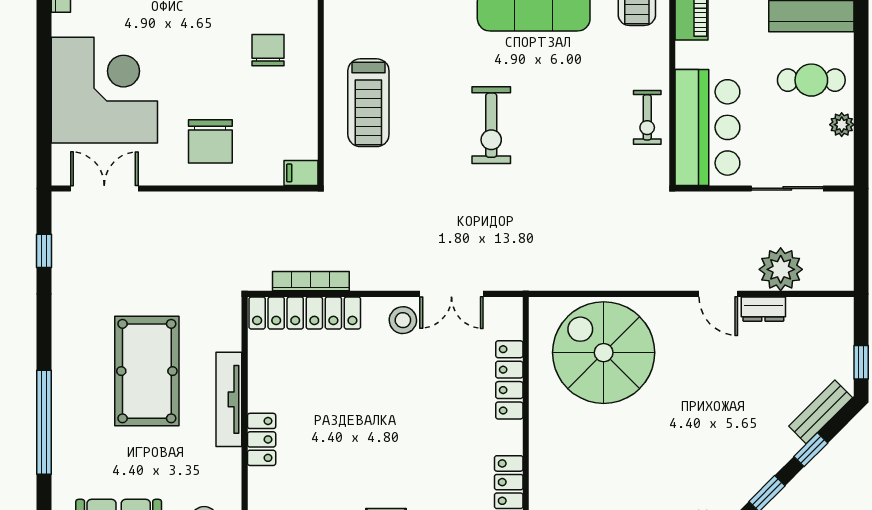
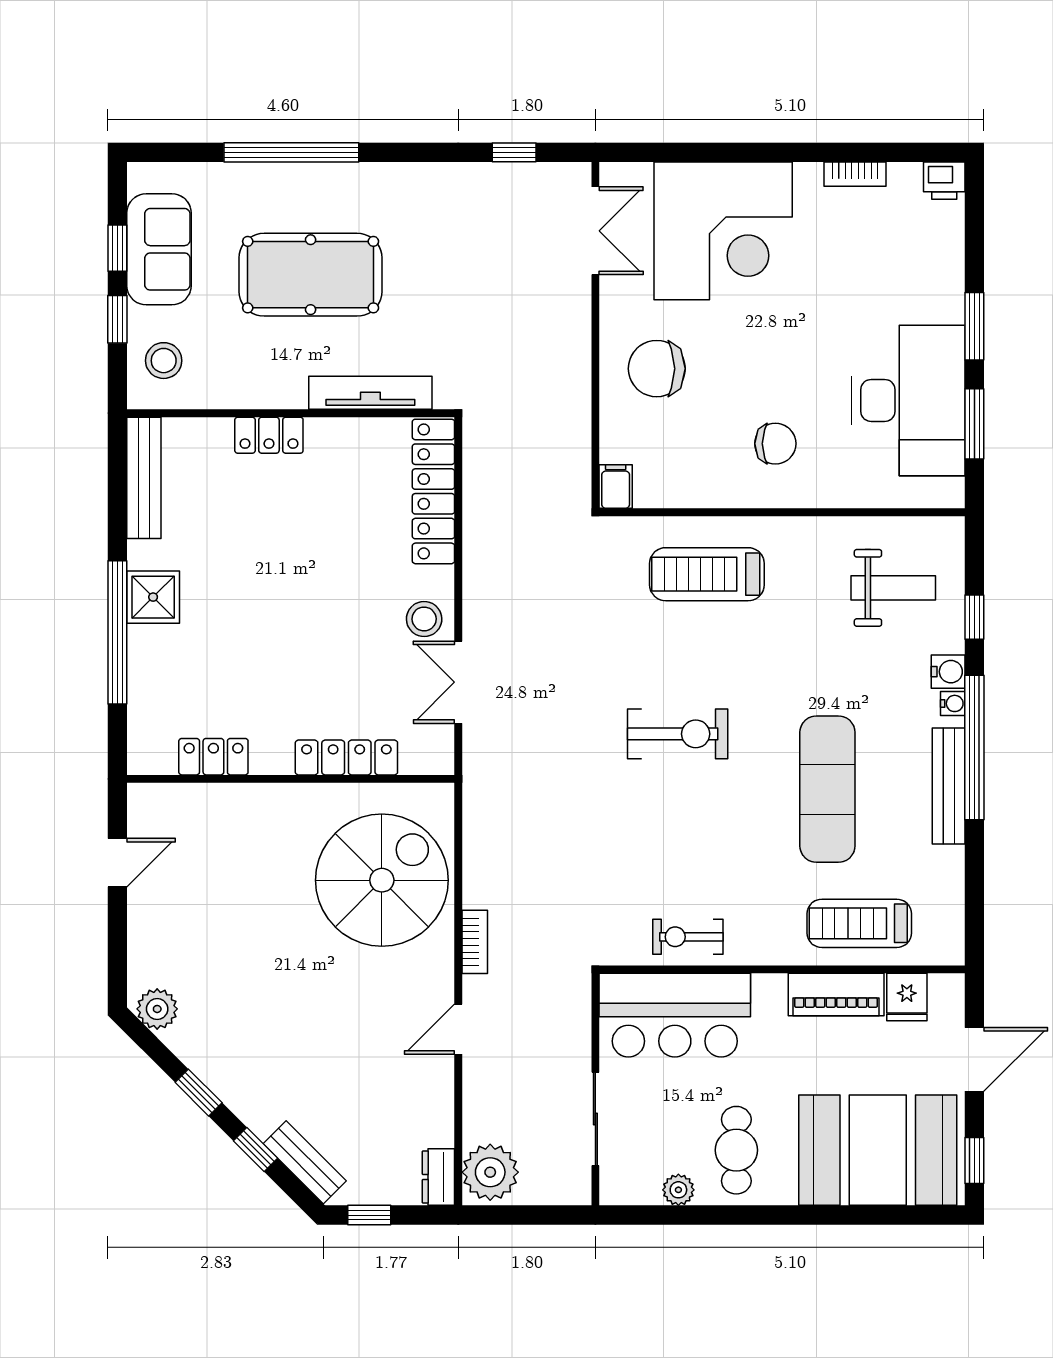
exercise bike: (491, 125) -> (678, 734), turned 180
plant: (781, 269) -> (490, 1172), moved
bookcase: (311, 281) -> (475, 942), moved, width x0.64
dresser: (763, 309) -> (438, 1177), moved
pool table: (147, 371) -> (311, 275), moved
tv unit: (229, 399) -> (370, 393), moved

